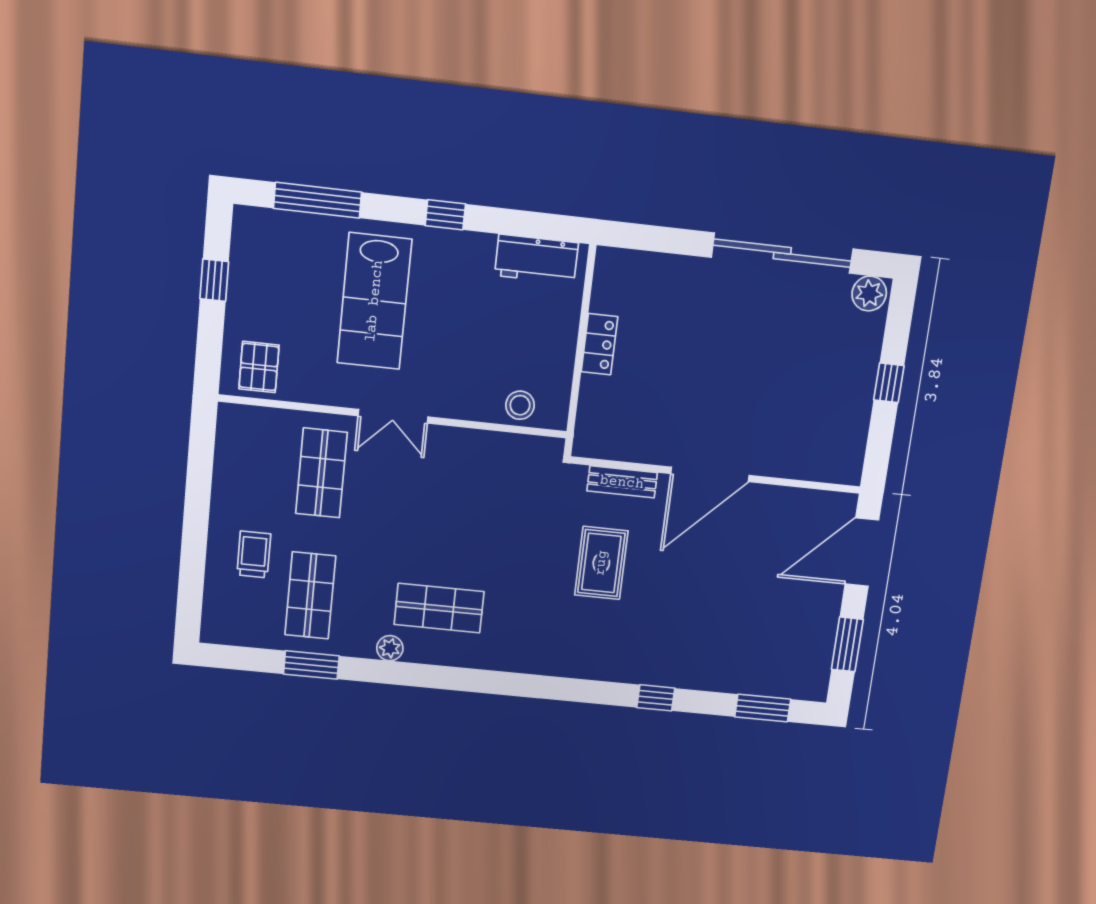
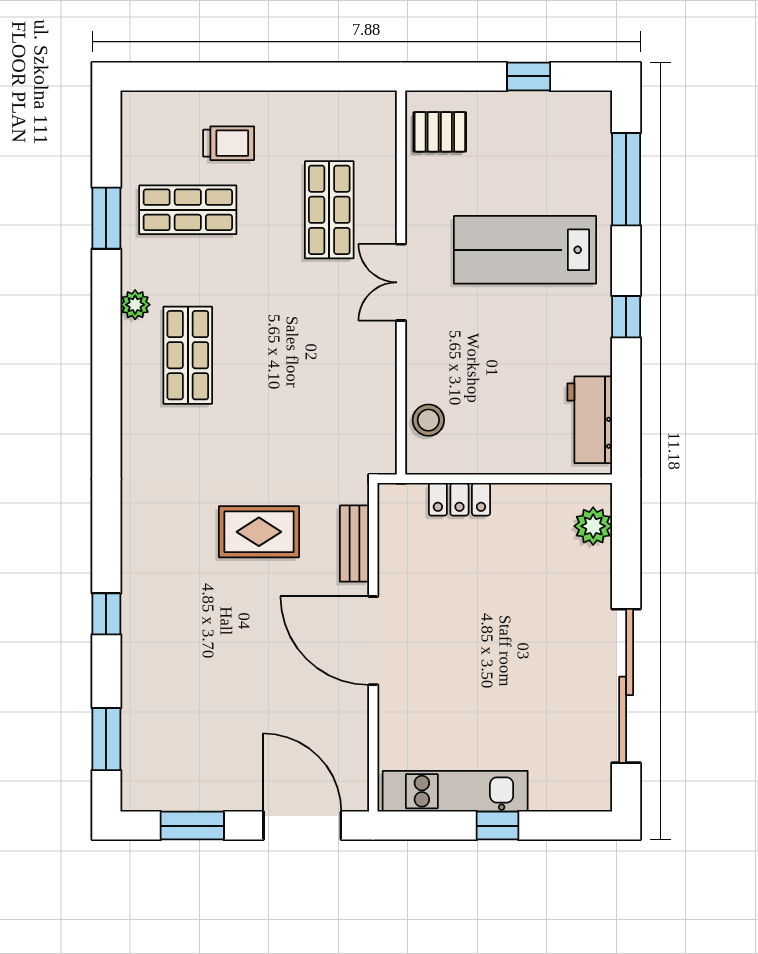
plant: (869, 294) -> (593, 526), moved
locker: (599, 344) -> (459, 499), moved
kitchen unit: (853, 417) -> (455, 791), added
shop shelf: (321, 473) -> (329, 210), turned 90

